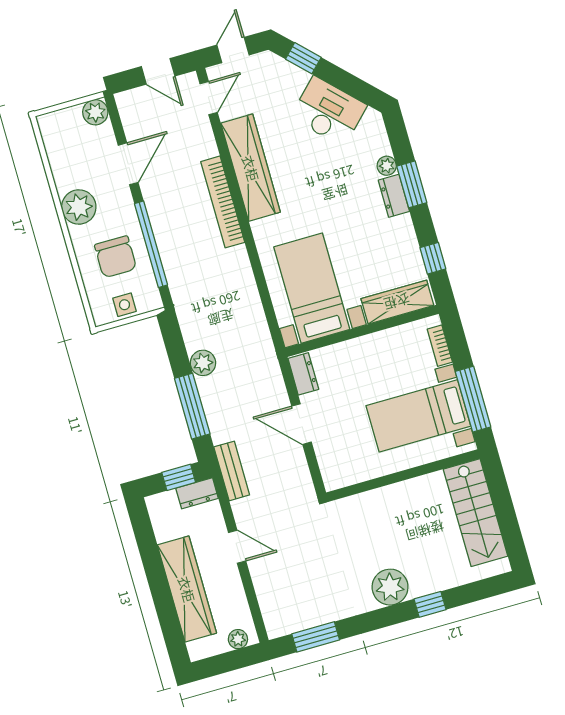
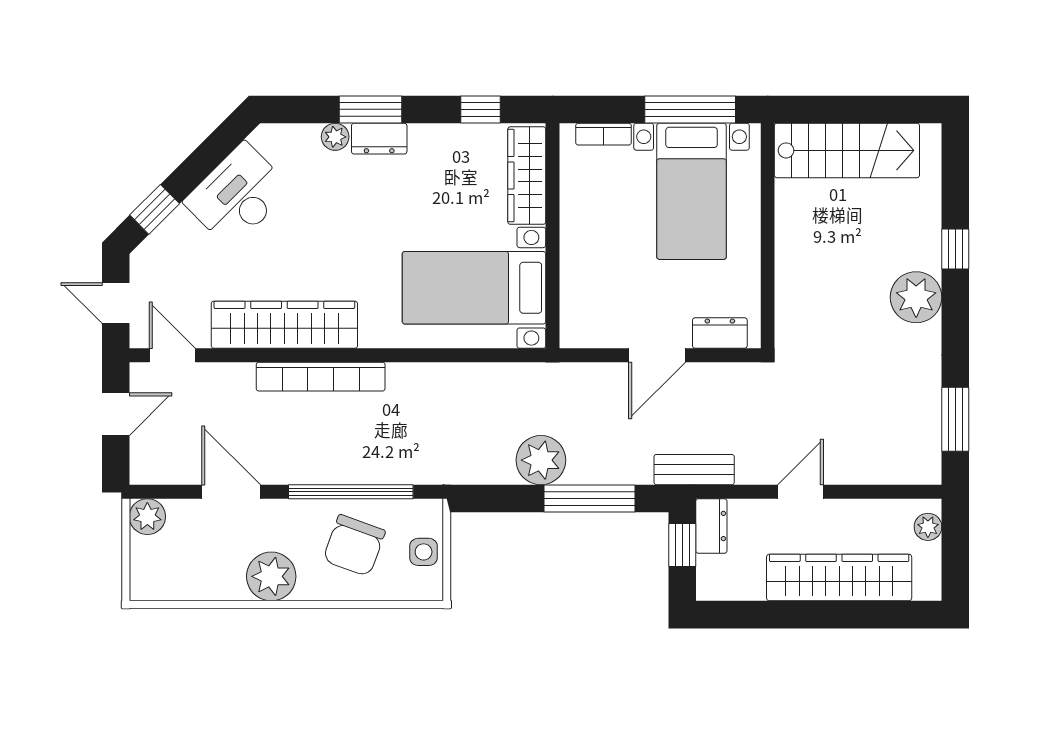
chair: (116, 257) -> (354, 545), turned 110
plant: (203, 363) -> (541, 460), width x1.36, depth x1.36
dresser: (303, 374) -> (720, 333), moved

